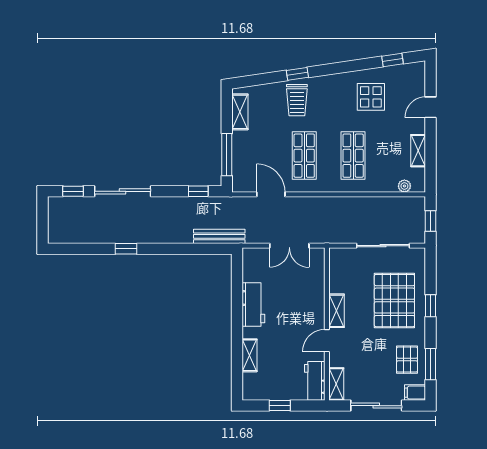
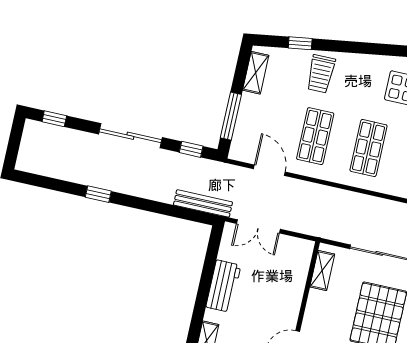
window: (297, 74) -> (300, 43), moved
sliding door: (123, 191) -> (130, 136), moved
double door: (289, 246) -> (258, 226), moved
shelving: (337, 311) -> (322, 270), moved

